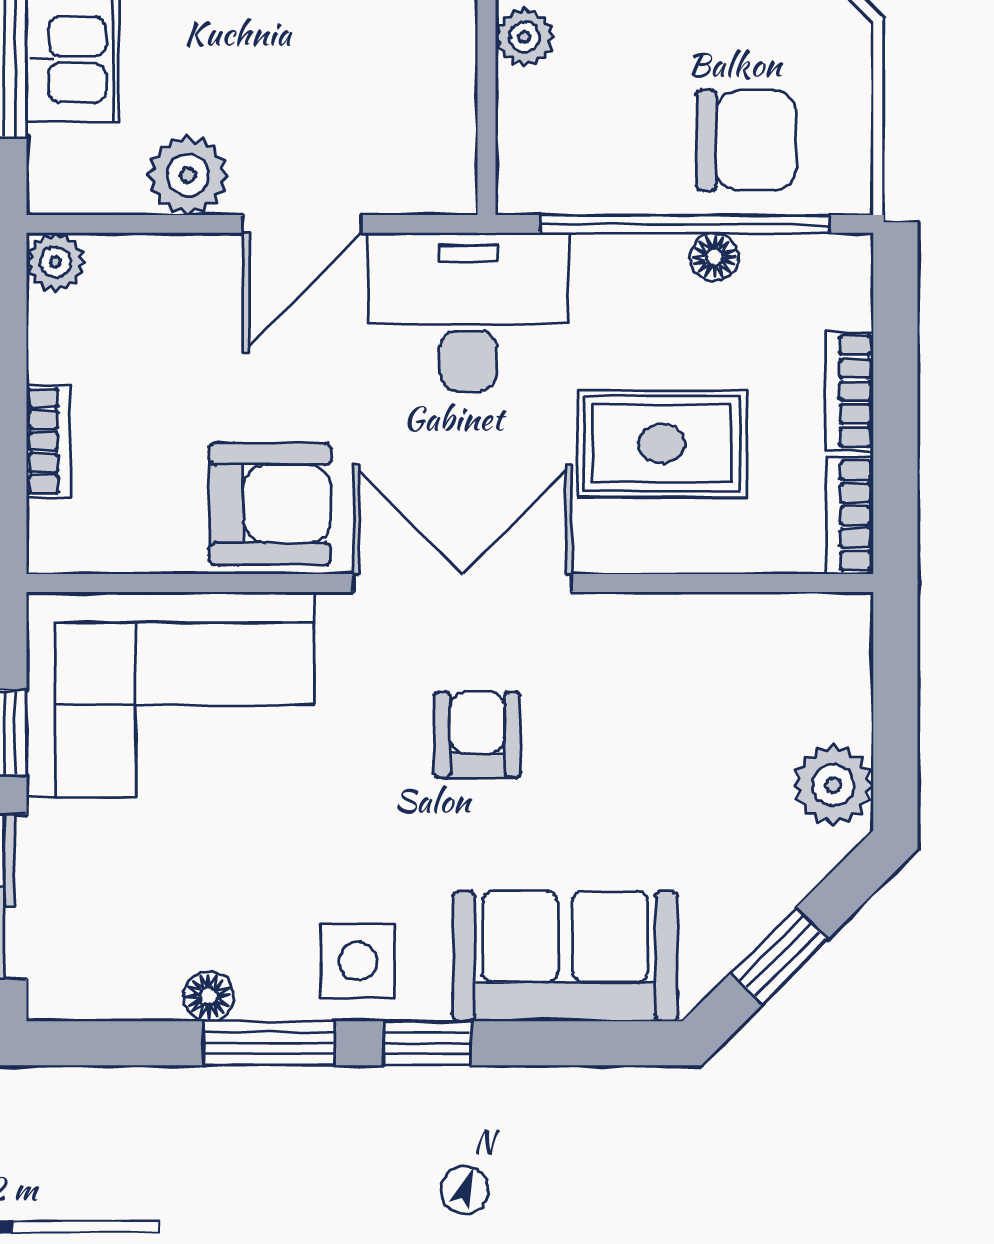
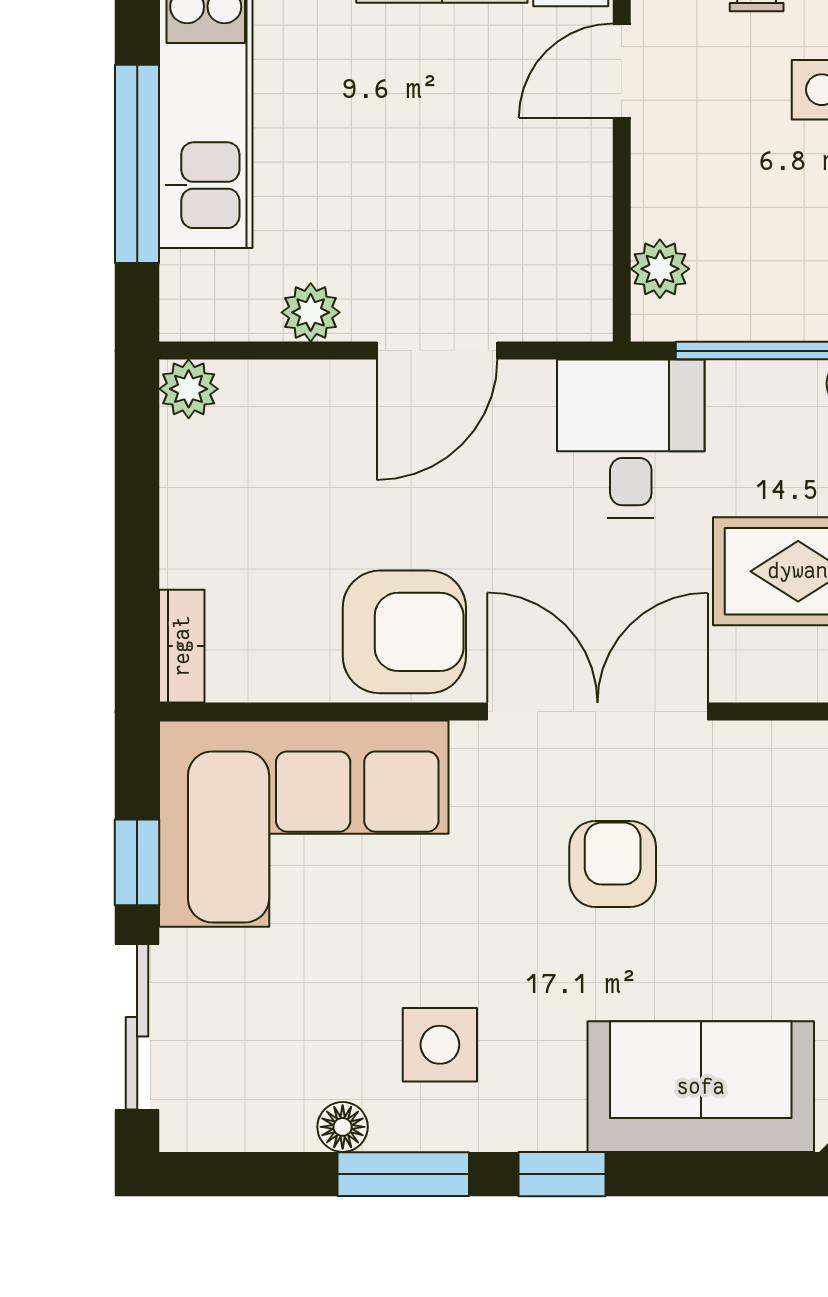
plant: (525, 37) -> (660, 269), moved
plant: (188, 175) -> (311, 312), width x0.73, depth x0.73
desk: (468, 312) -> (631, 439), width x0.73
bookcase: (49, 441) -> (182, 646), moved
side table: (358, 961) -> (440, 1045), moved

